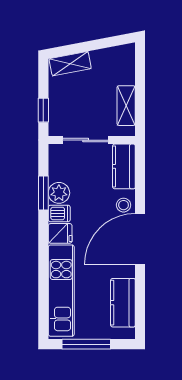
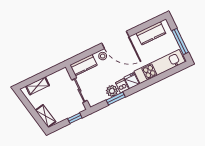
shelving: (126, 106) -> (38, 86), moved

